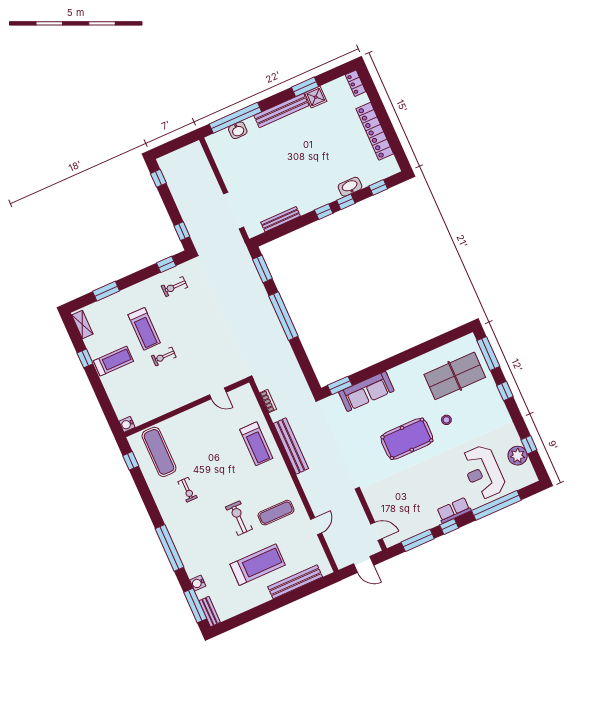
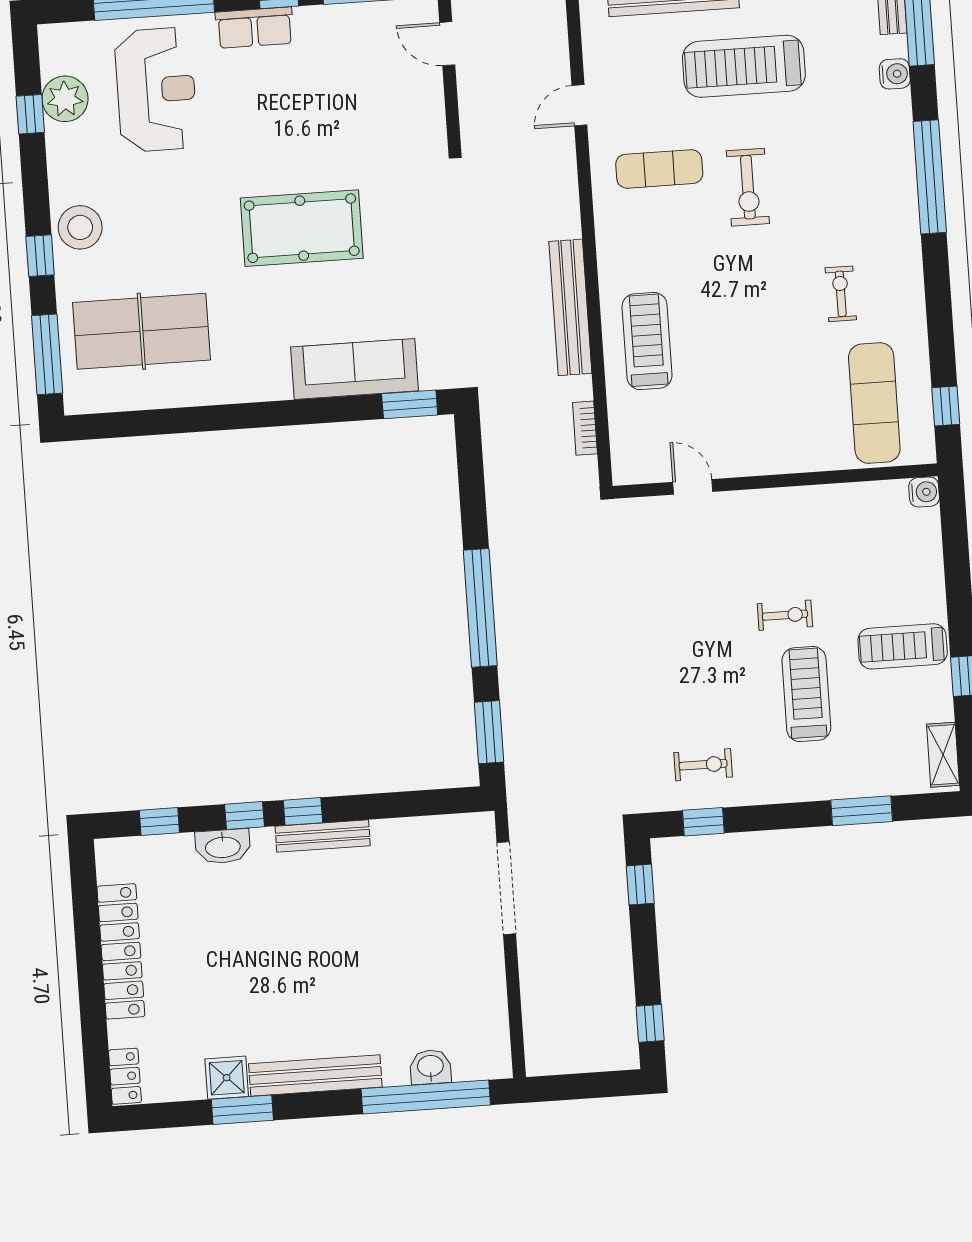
bench: (281, 219) -> (323, 836), moved
stool: (446, 420) -> (80, 227), moved, width x1.89, depth x1.89

